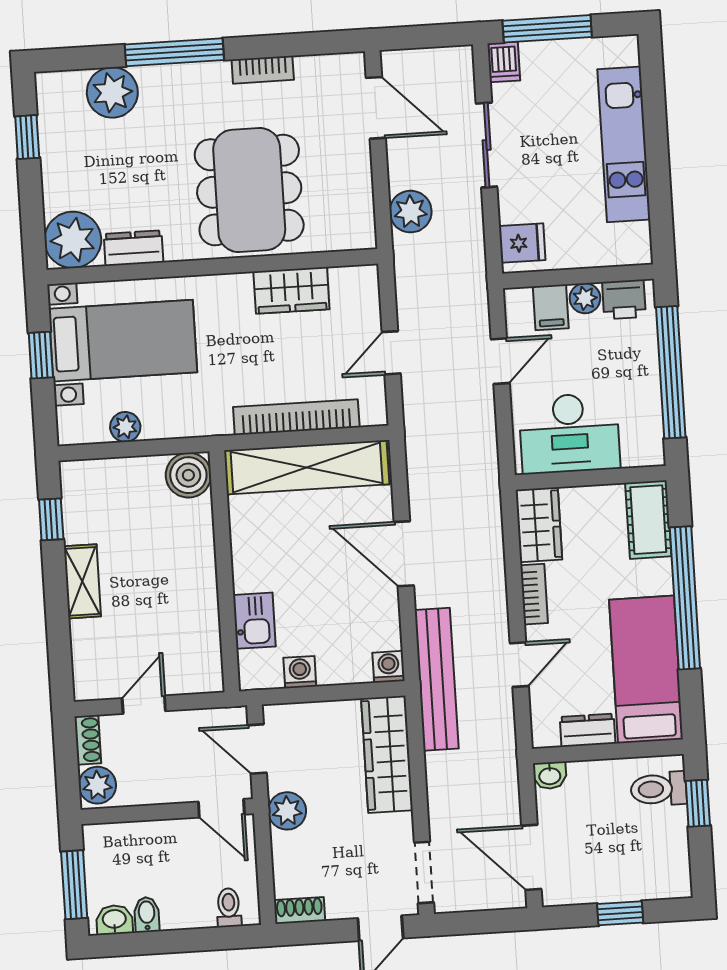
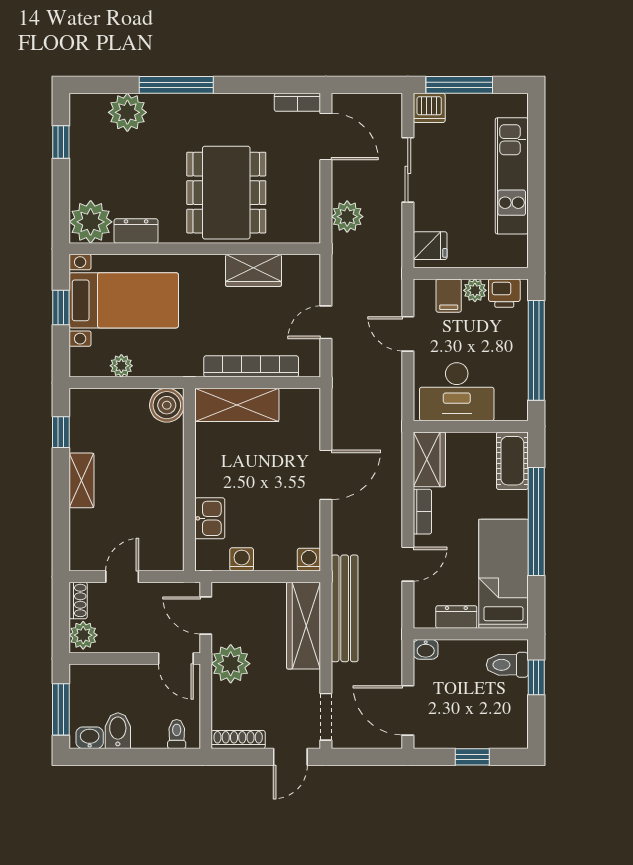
dishwasher: (504, 62) -> (429, 108), width x1.38
bookcase: (263, 70) -> (297, 102), moved
door: (500, 361) -> (408, 334), swing flipped
shelving: (307, 467) -> (237, 405), width x0.68
door: (404, 554) -> (326, 475), swing flipped
bench: (437, 679) -> (345, 608), moved
plant: (287, 811) -> (231, 664), width x1.36, depth x1.36
shoe rack: (299, 910) -> (238, 740), width x1.43
bidet: (147, 915) -> (118, 731), width x1.38, depth x1.36

